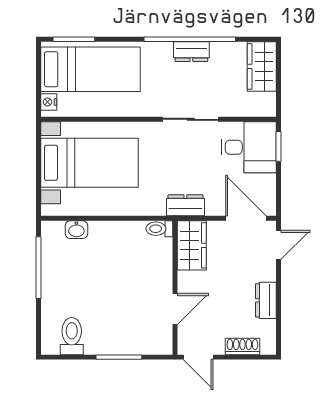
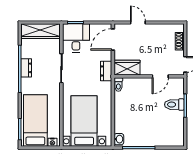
wardrobe: (262, 66) -> (40, 31), width x1.50
washbasin: (76, 230) -> (119, 139), moved
door: (279, 245) -> (138, 22), moved
dresser: (266, 300) -> (156, 29), removed
door: (175, 309) -> (160, 76), swing flipped
toilet: (72, 336) -> (174, 105), moved

